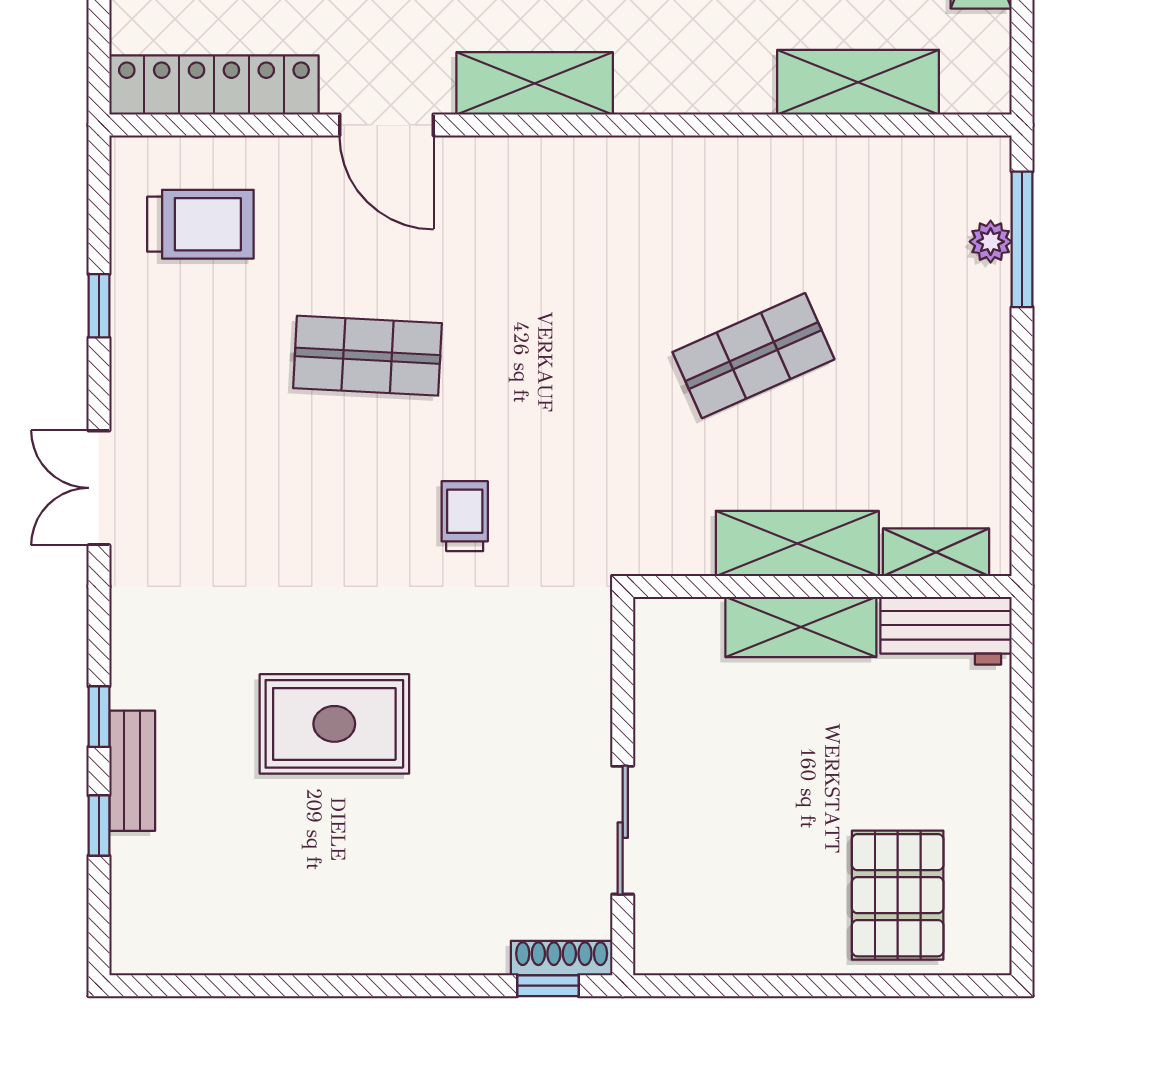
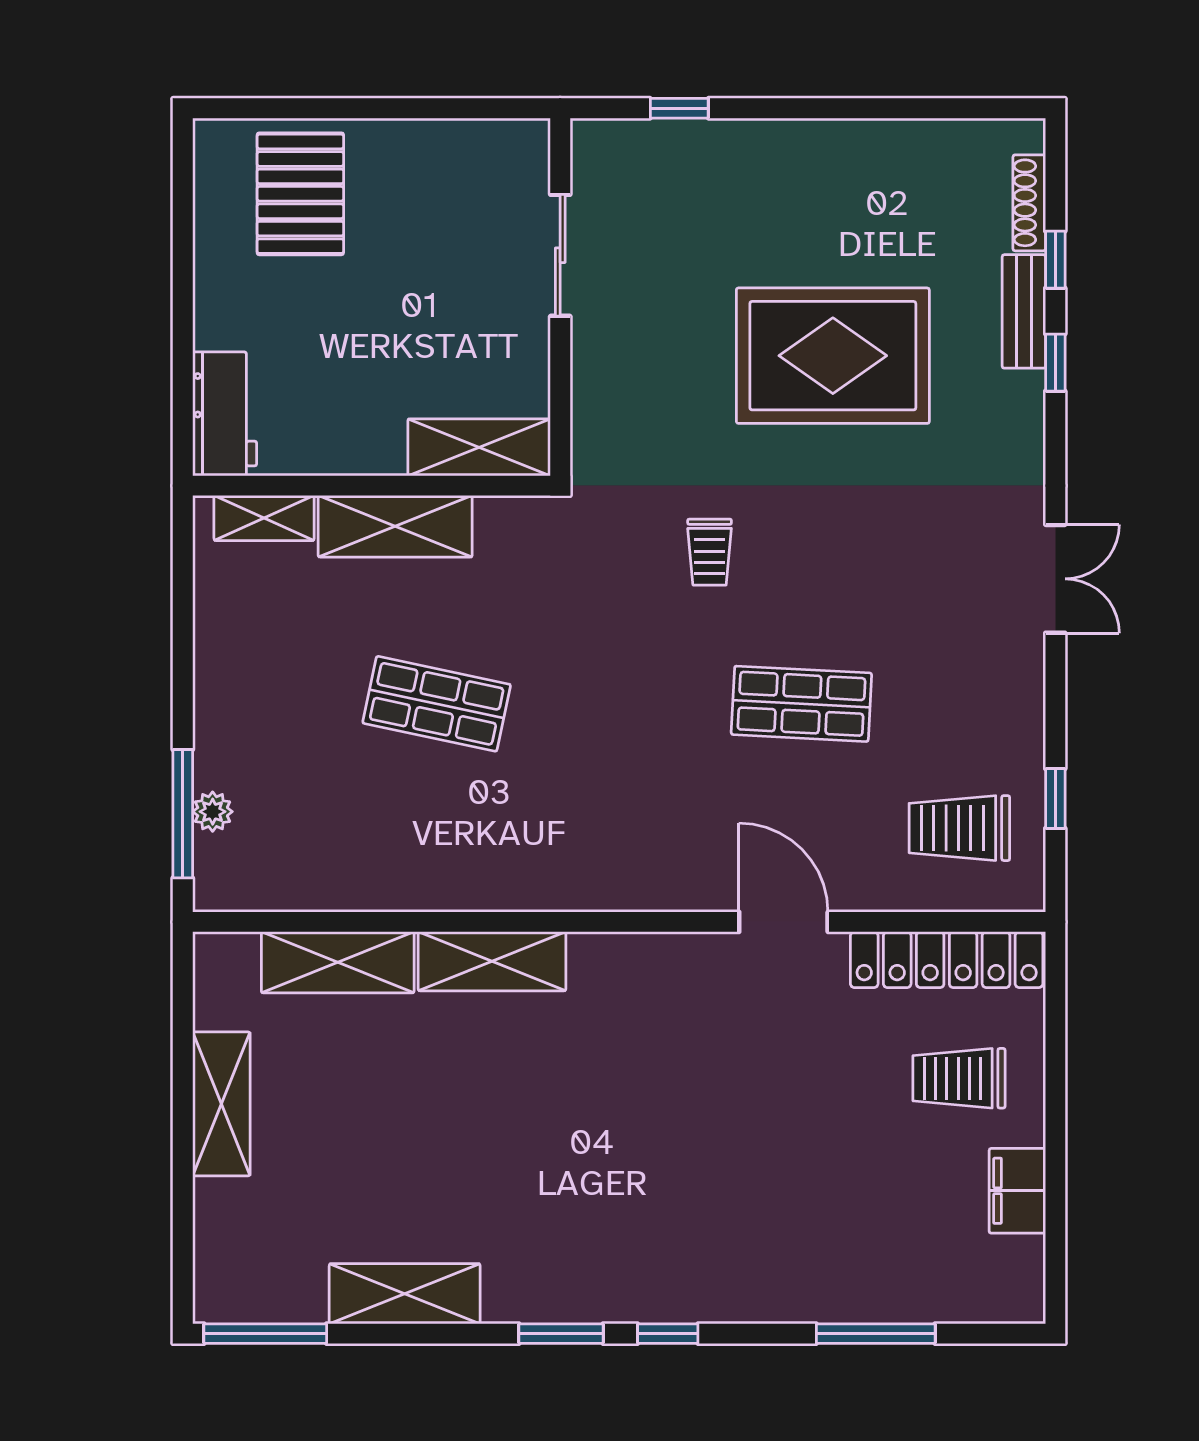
shelving: (535, 83) -> (492, 961), moved
window: (99, 306) -> (1055, 799), moved
shop shelf: (753, 356) -> (437, 704), turned 36
shelving: (801, 627) -> (479, 447), moved
workbench: (946, 631) -> (225, 414), moved, turned 90
rug: (334, 724) -> (833, 356), width x1.37, depth x1.44
shoe rack: (562, 958) -> (1029, 203), moved, turned 90
window: (548, 986) -> (679, 108), moved

